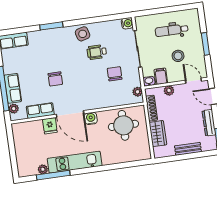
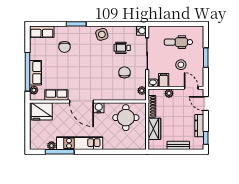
wheelchair: (97, 52) -> (122, 48), moved
chair: (55, 79) -> (65, 47), moved
fridge: (50, 126) -> (42, 111), moved, width x1.88, depth x1.34

